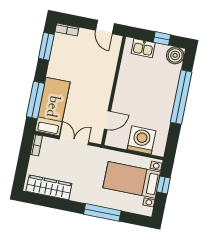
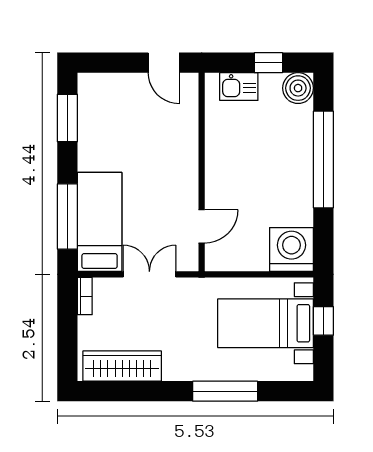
bookcase: (67, 30) -> (98, 81), removed
washing machine: (141, 140) -> (291, 249), moved

